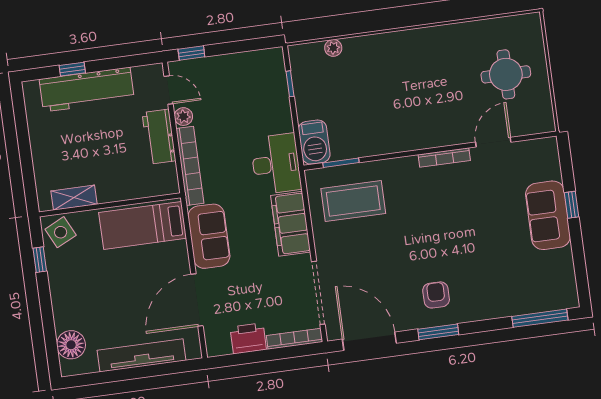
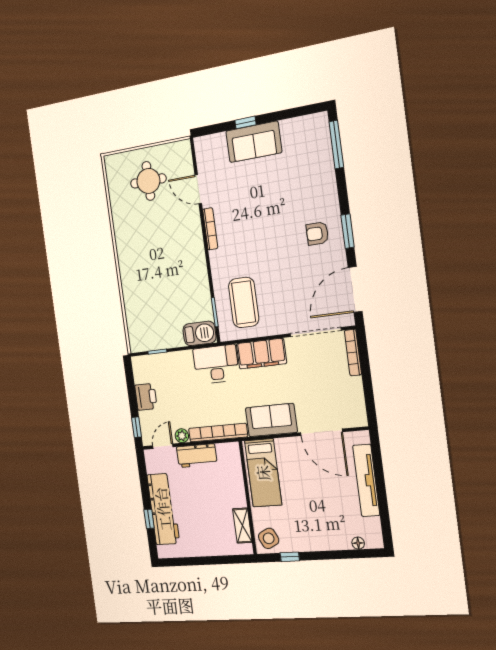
plant: (333, 48) -> (131, 317), removed
printer: (248, 338) -> (146, 397), moved, turned 180
floor lamp: (71, 345) -> (358, 543), width x0.53, depth x0.53

